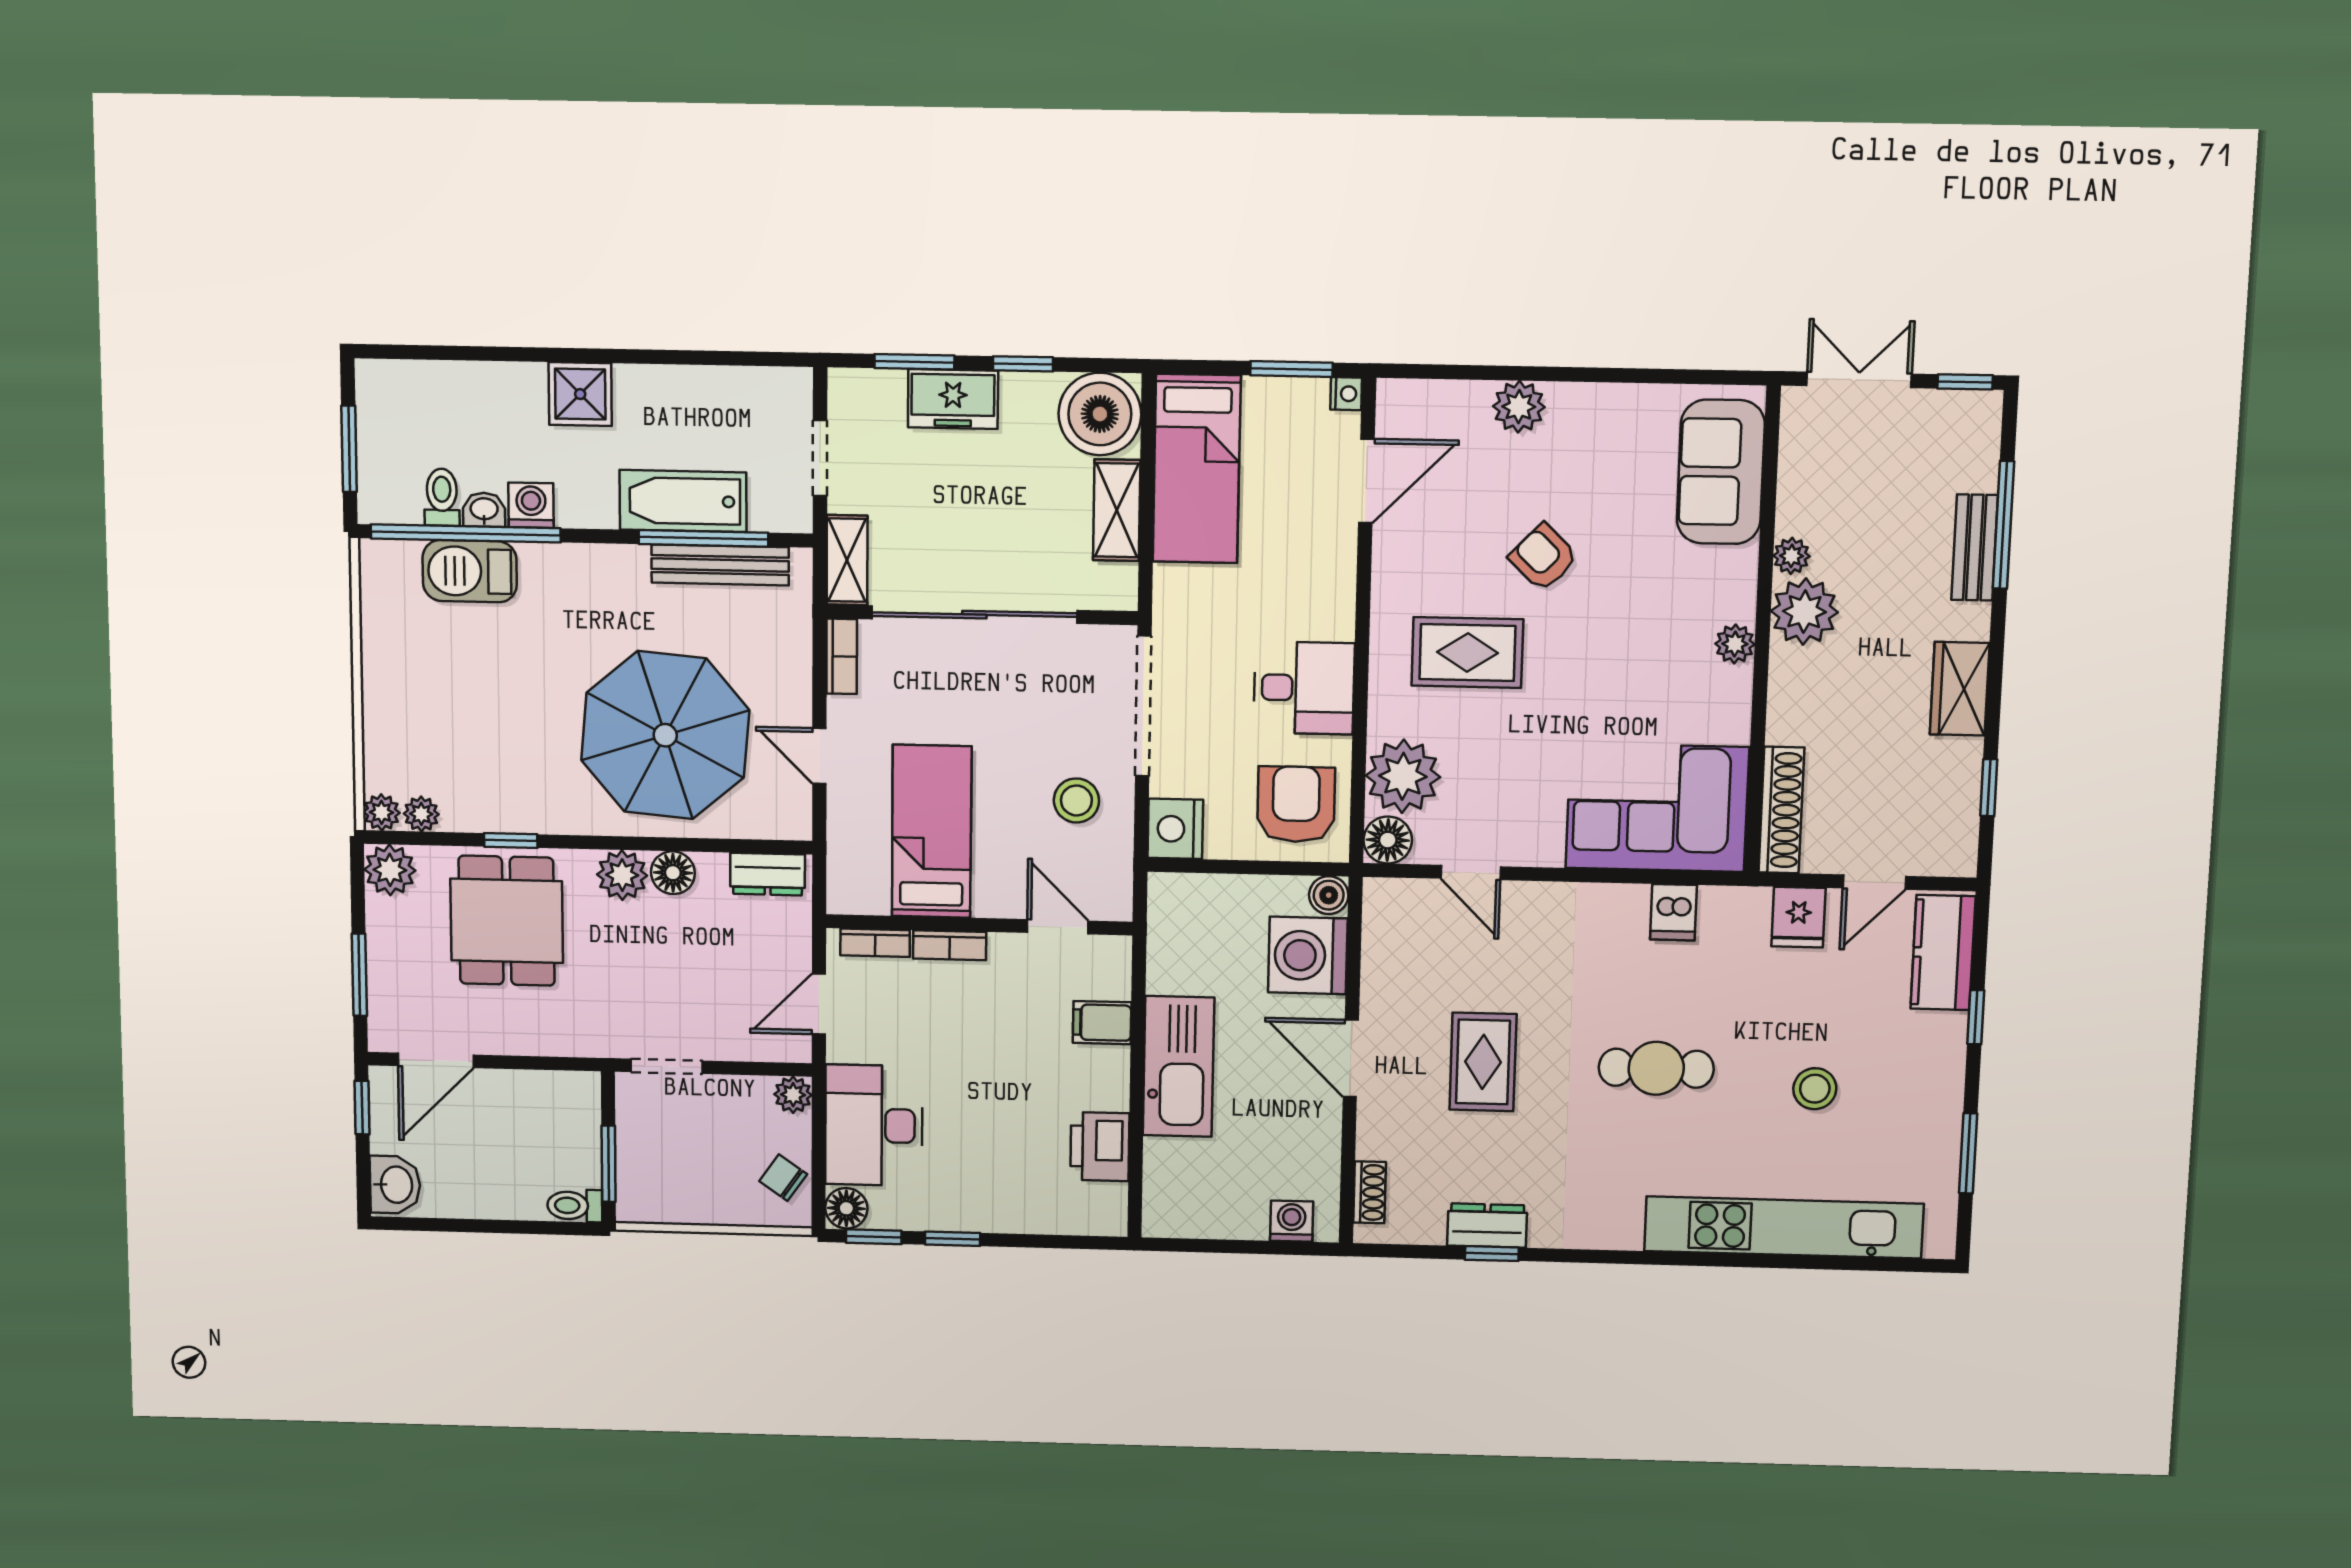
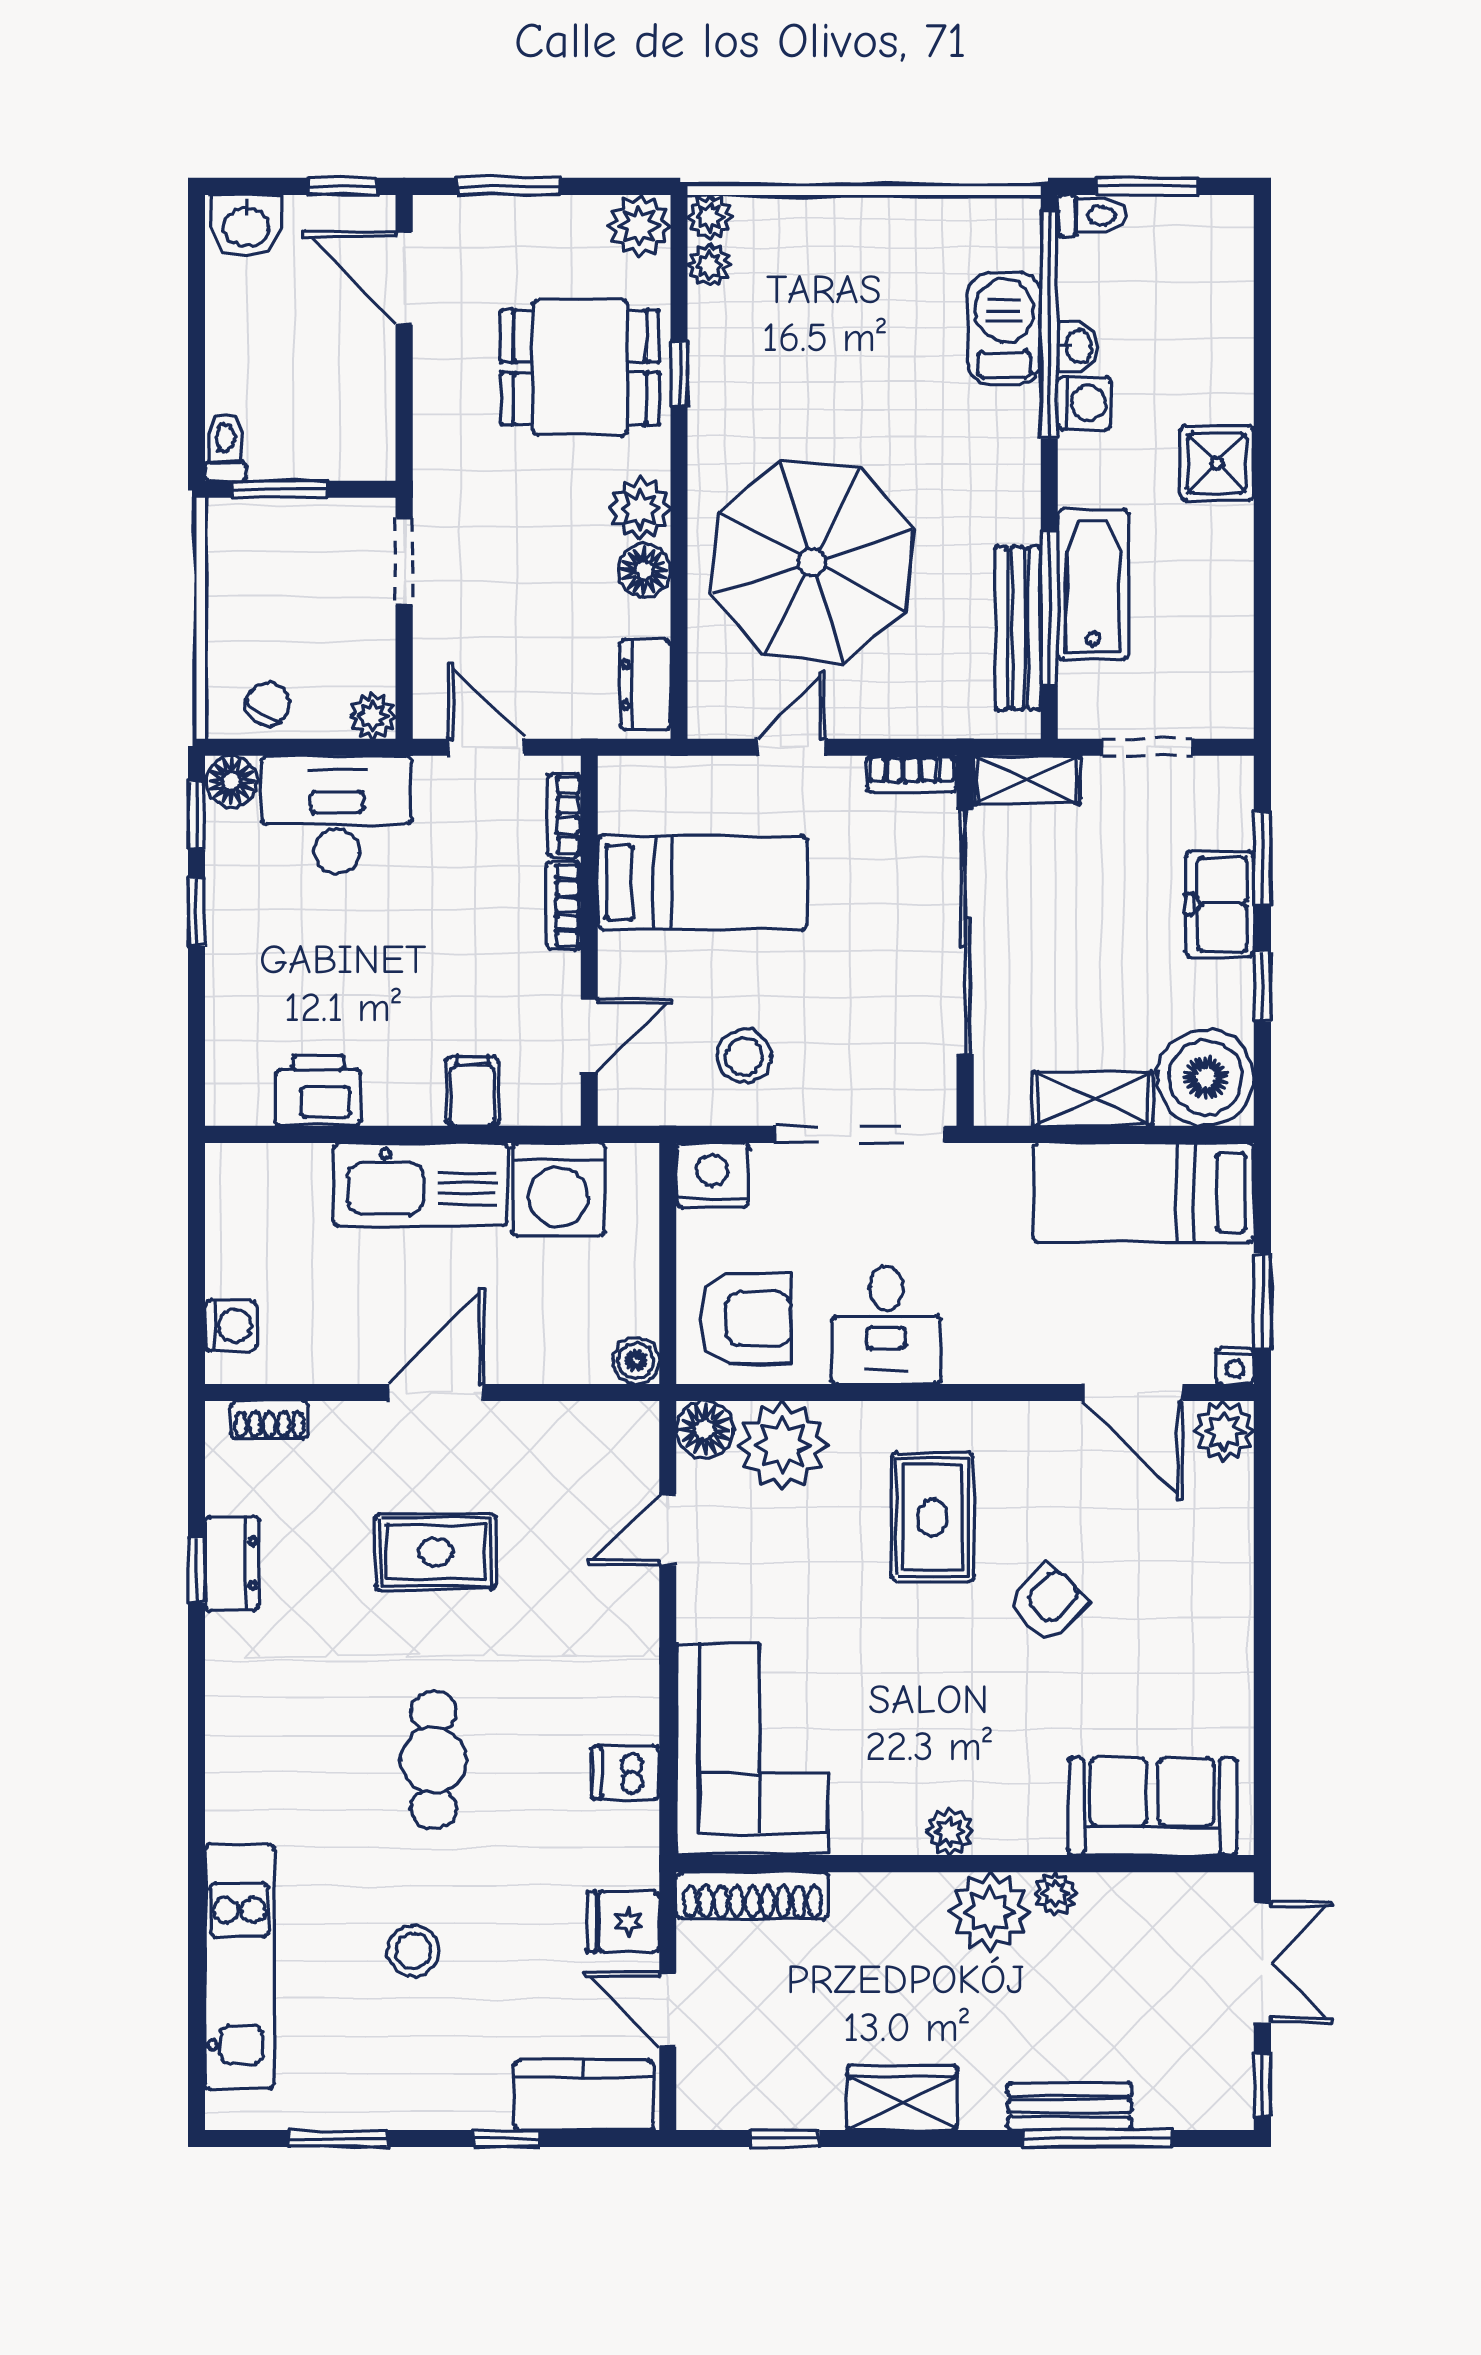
plant: (1519, 407) -> (1224, 1431), moved
toilet: (442, 497) -> (1092, 216), moved
washing machine: (1308, 955) -> (558, 1189), moved, turned 180
kitchen unit: (1784, 1227) -> (239, 1966), width x0.73

